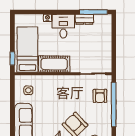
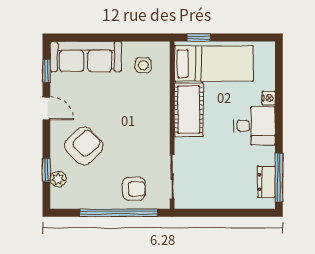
dresser: (84, 19) -> (266, 182), moved
armchair: (100, 96) -> (134, 189), turned 180

